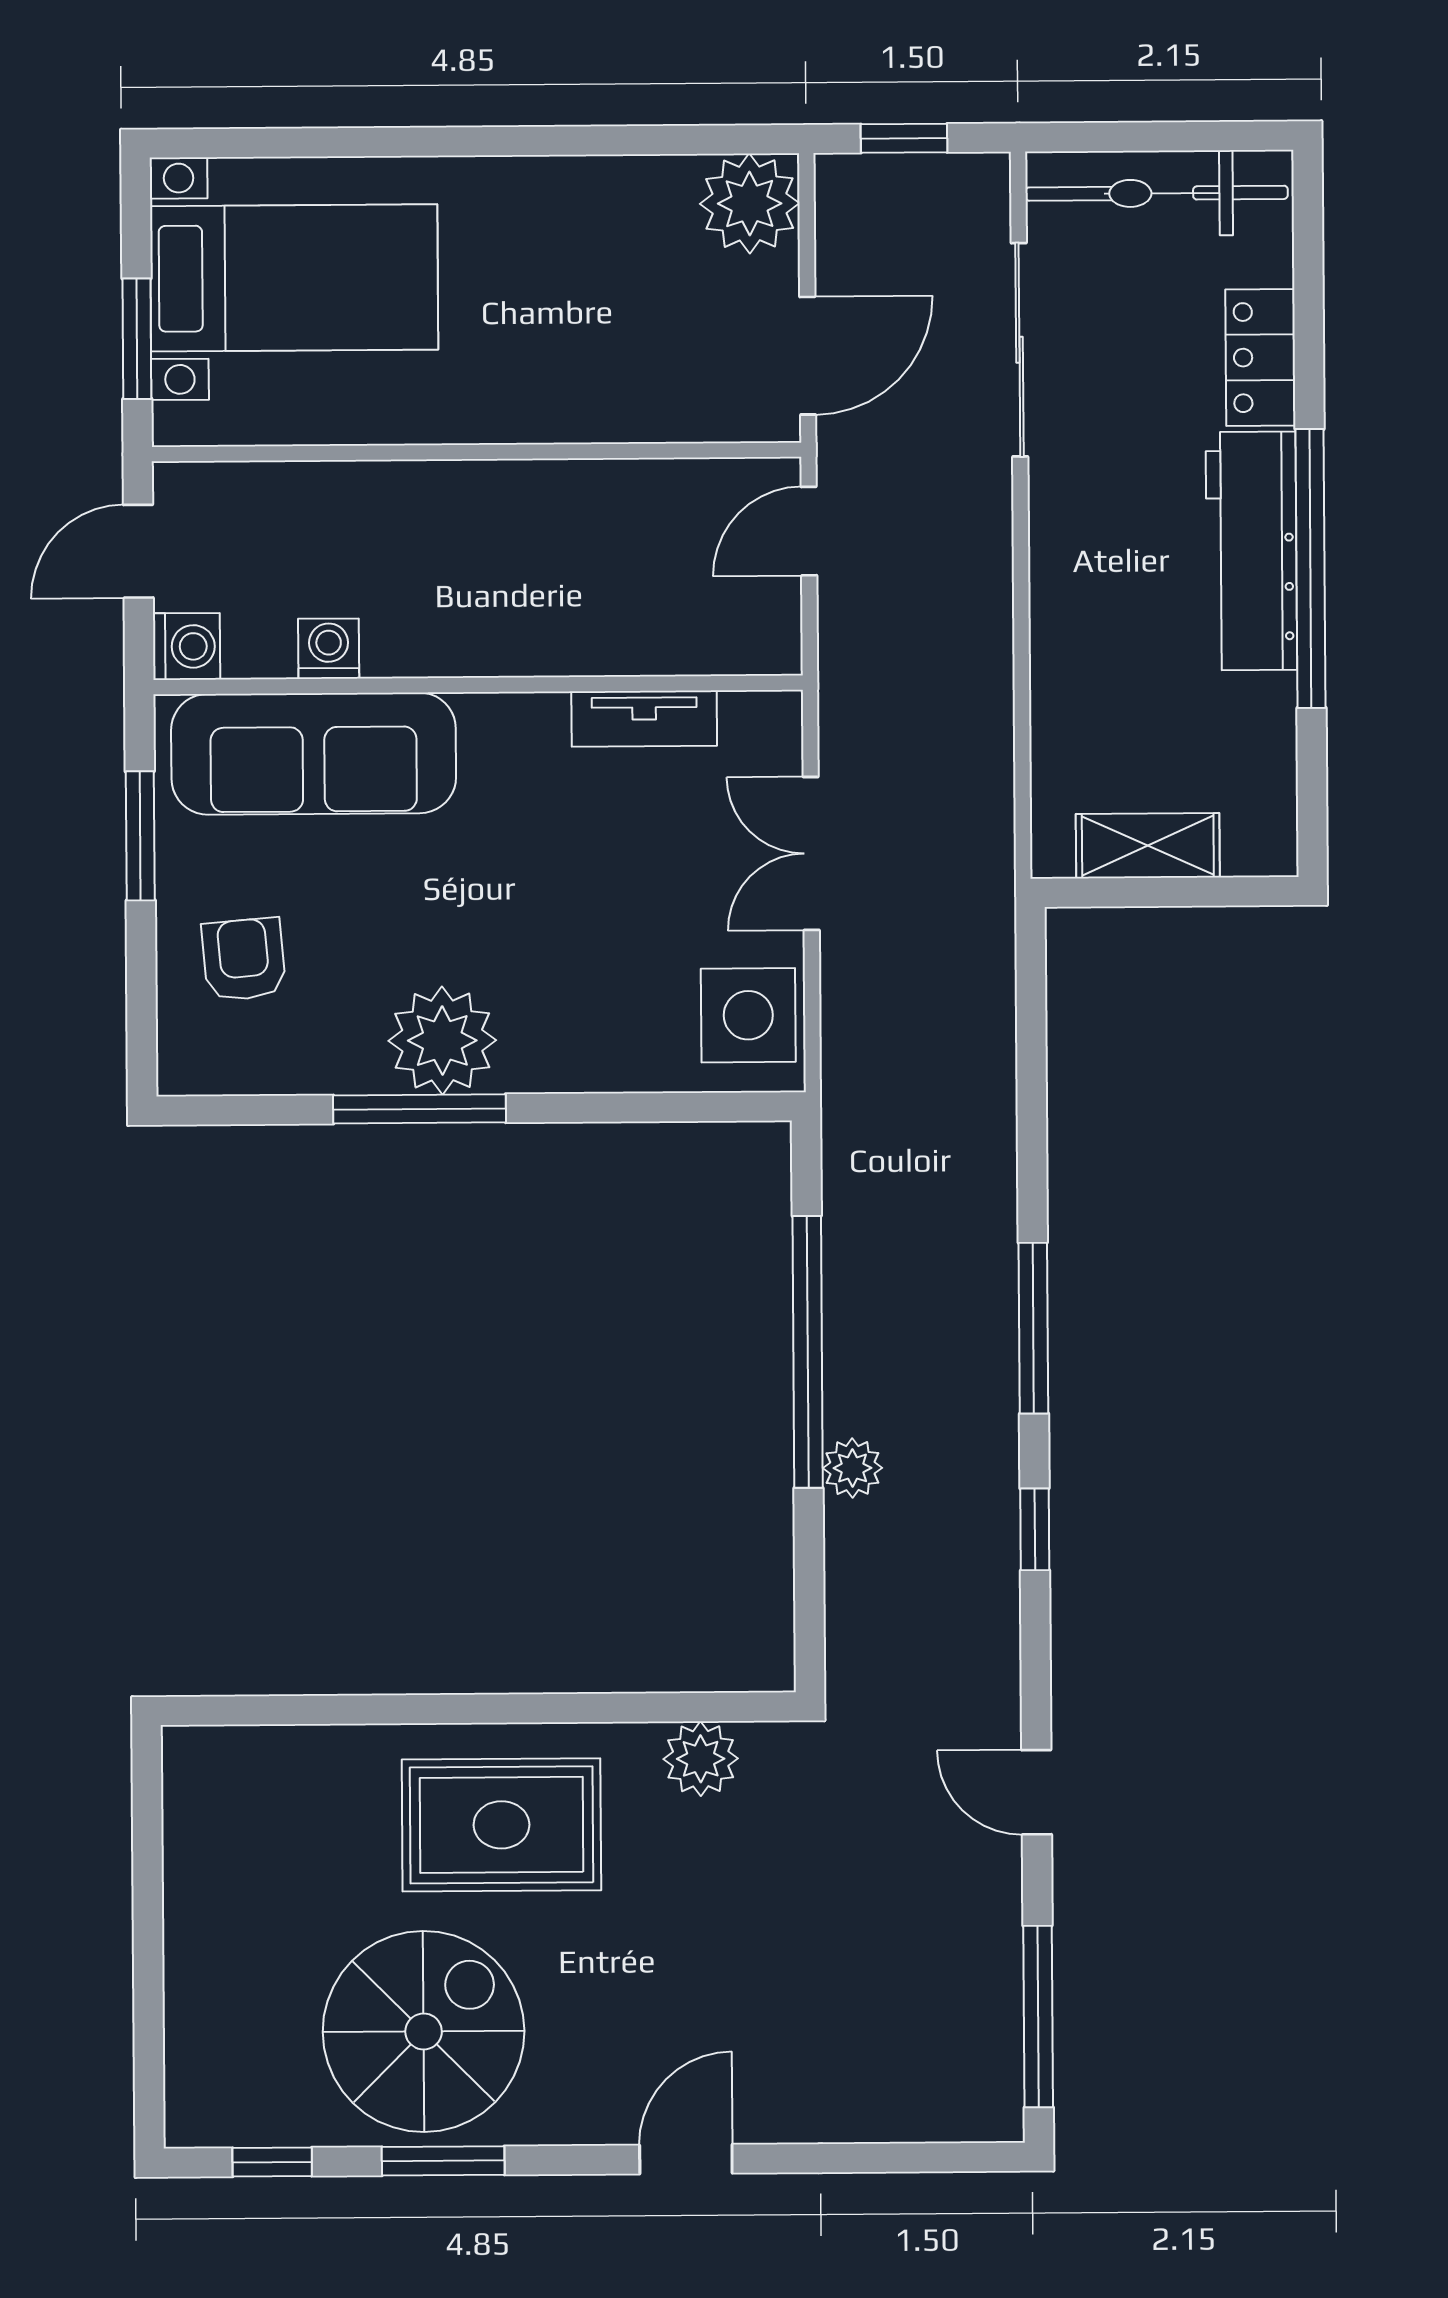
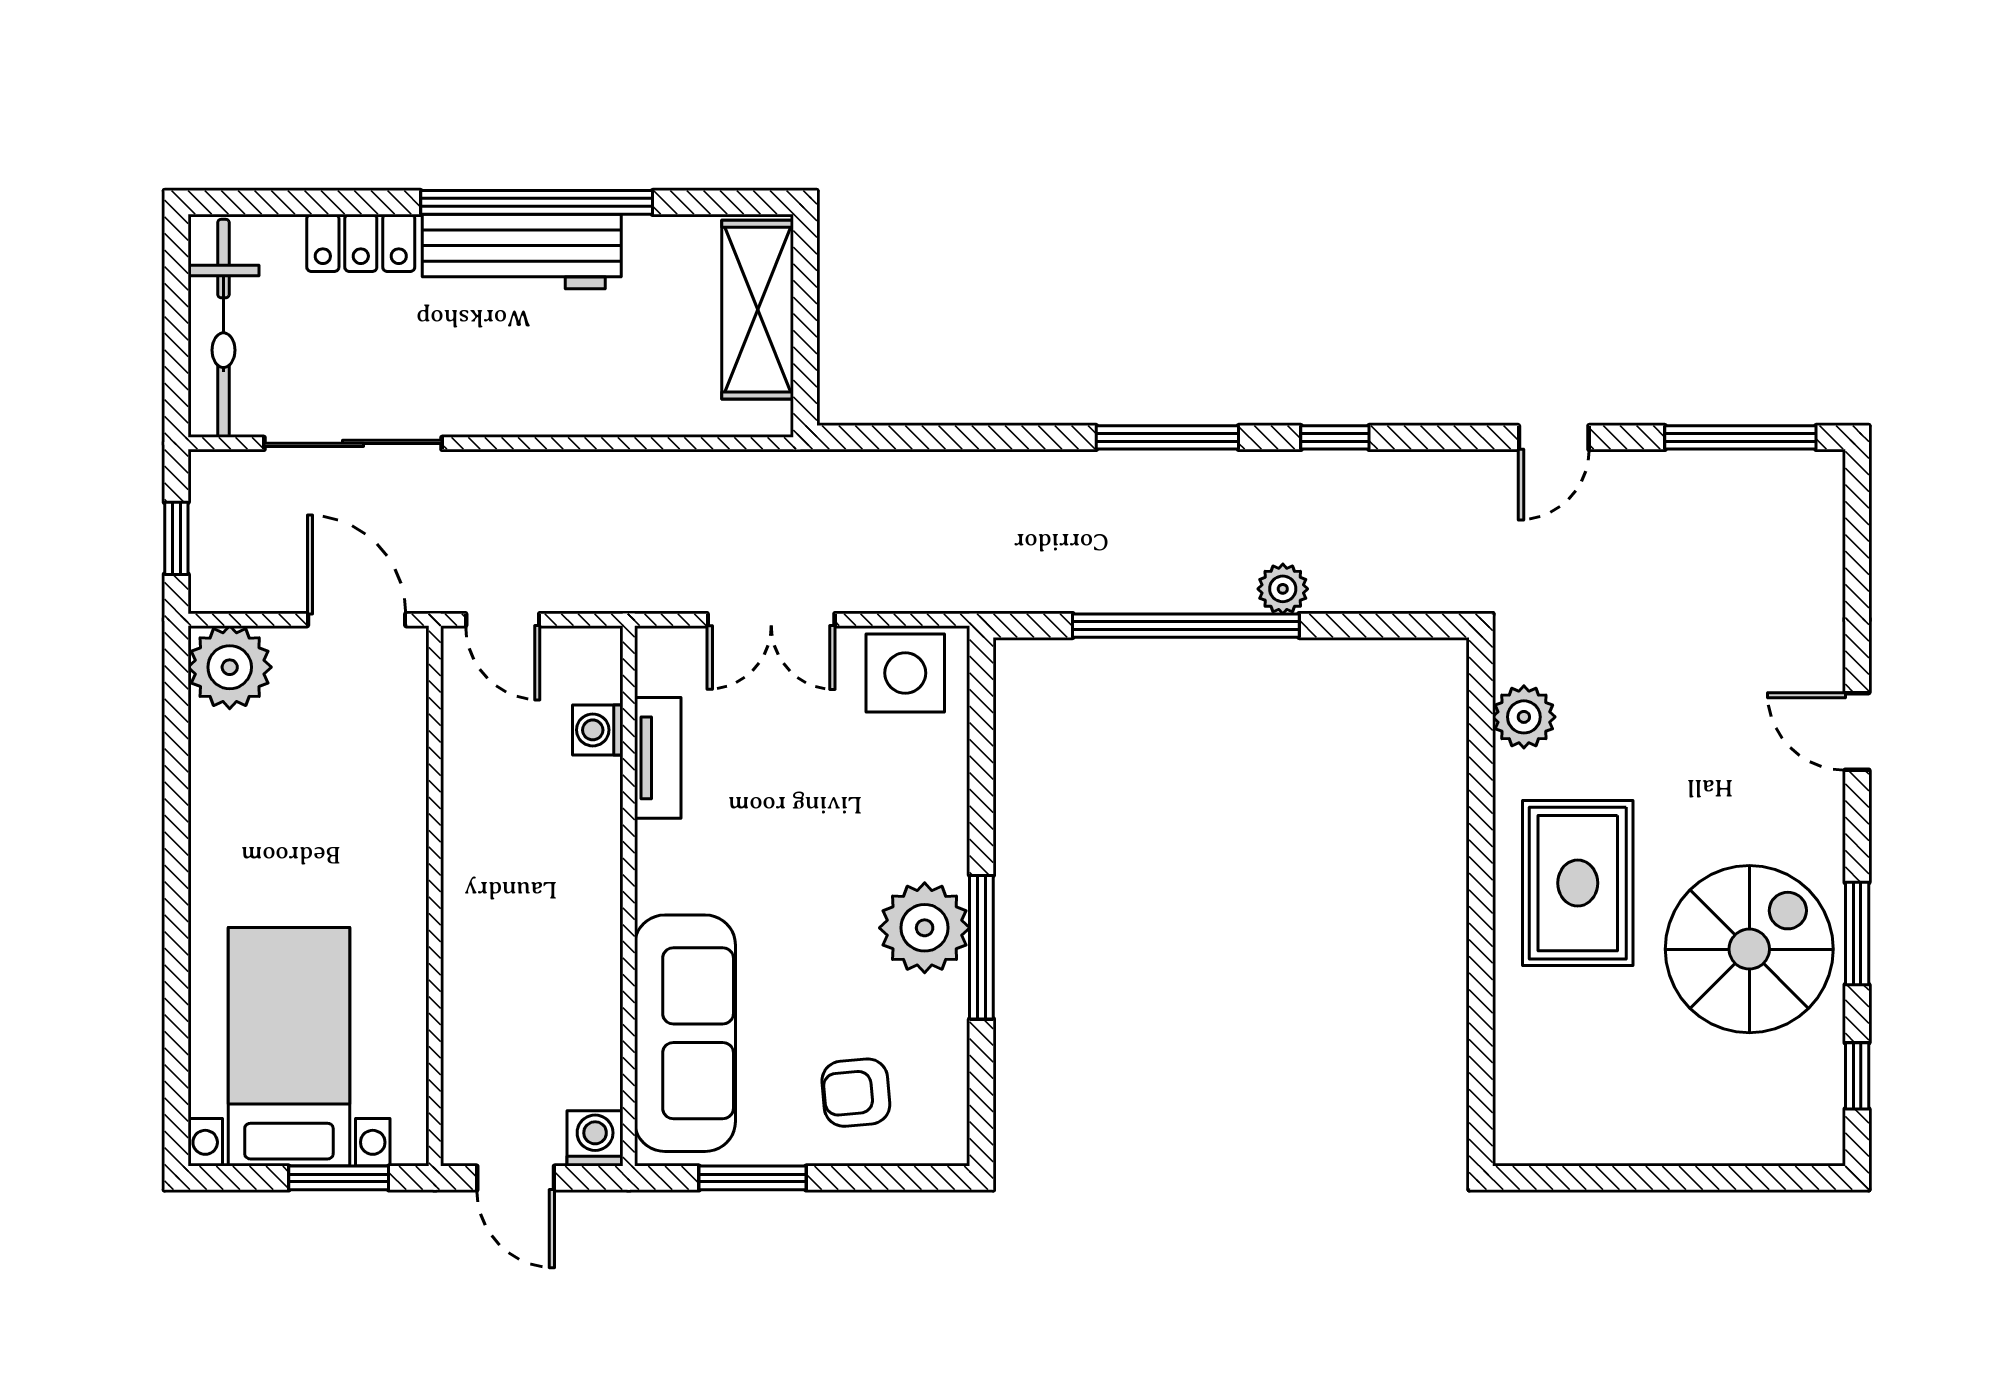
washing machine: (329, 649) -> (598, 730), moved
shelving: (1148, 846) -> (758, 310), width x1.50, depth x1.33
spiral stairs: (424, 2031) -> (1749, 949), turned 90

